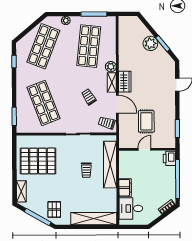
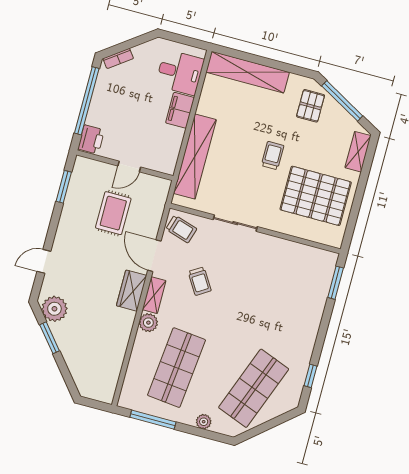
plant: (150, 43) -> (54, 309), moved
shop shelf: (44, 103) -> (279, 292), removed
trolley: (86, 170) -> (273, 156), moved

